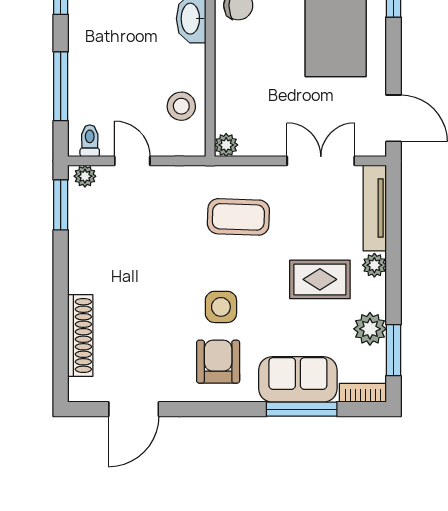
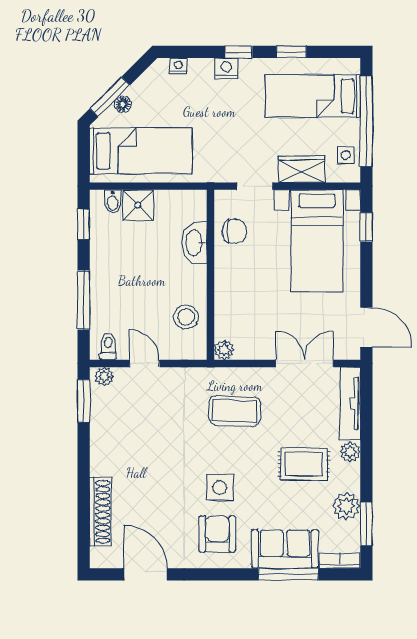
door: (134, 409) -> (146, 574), swing flipped

